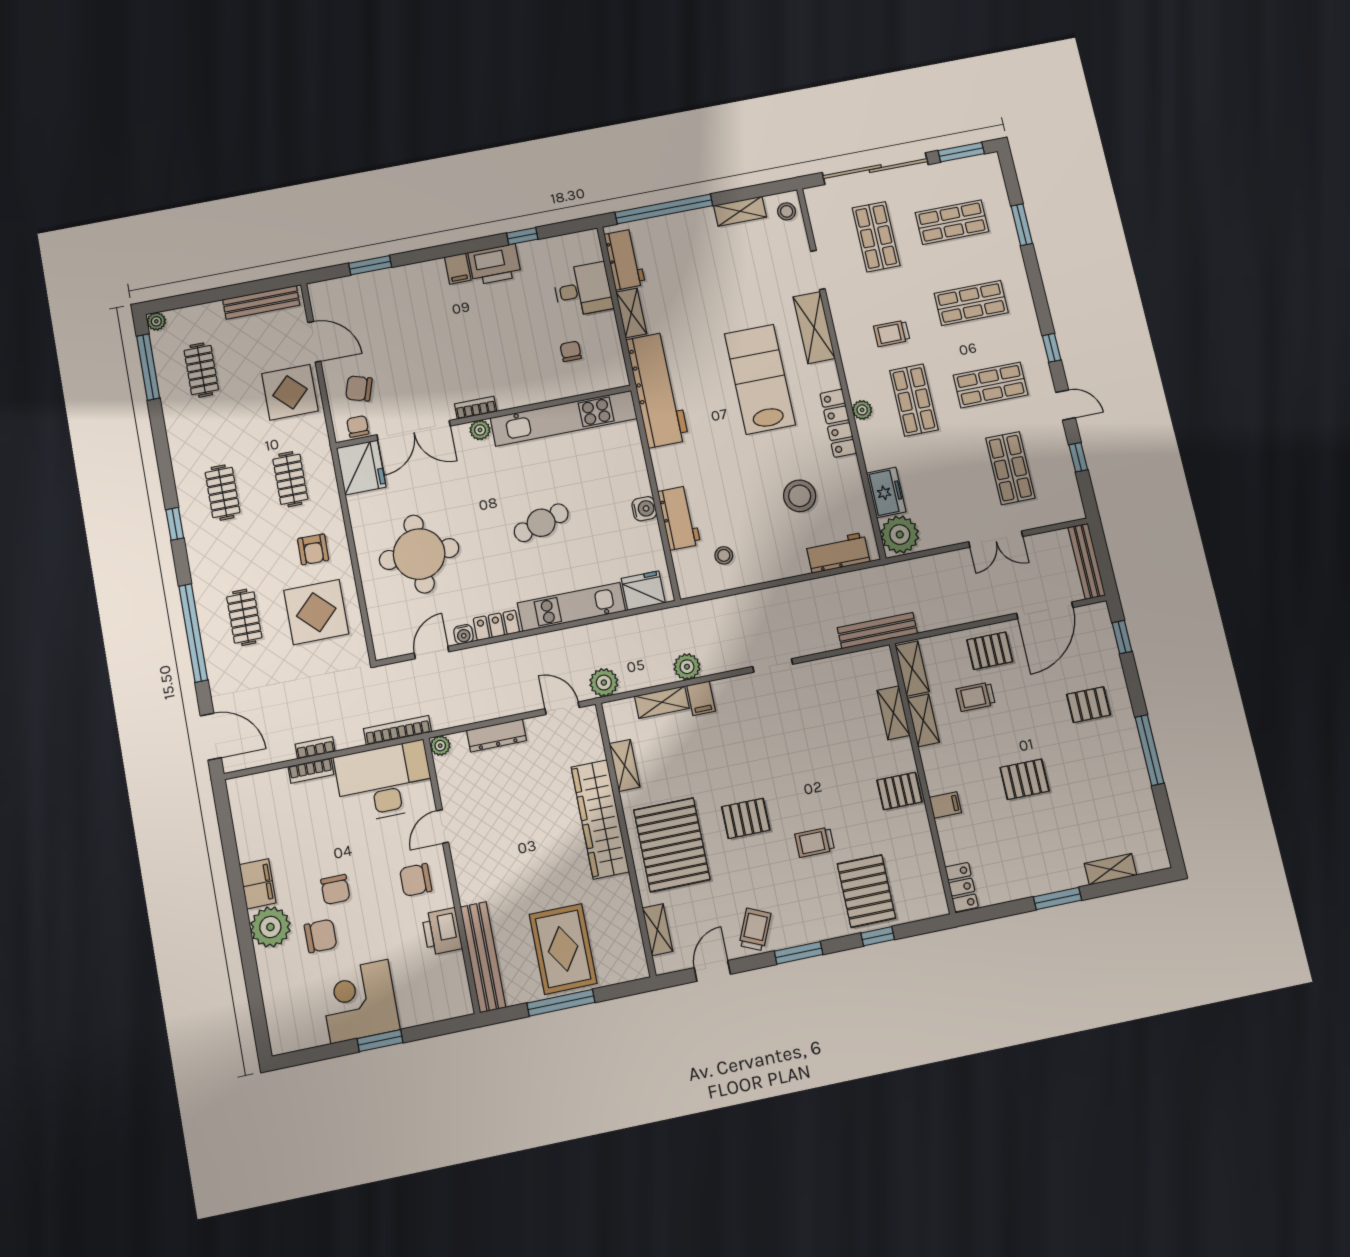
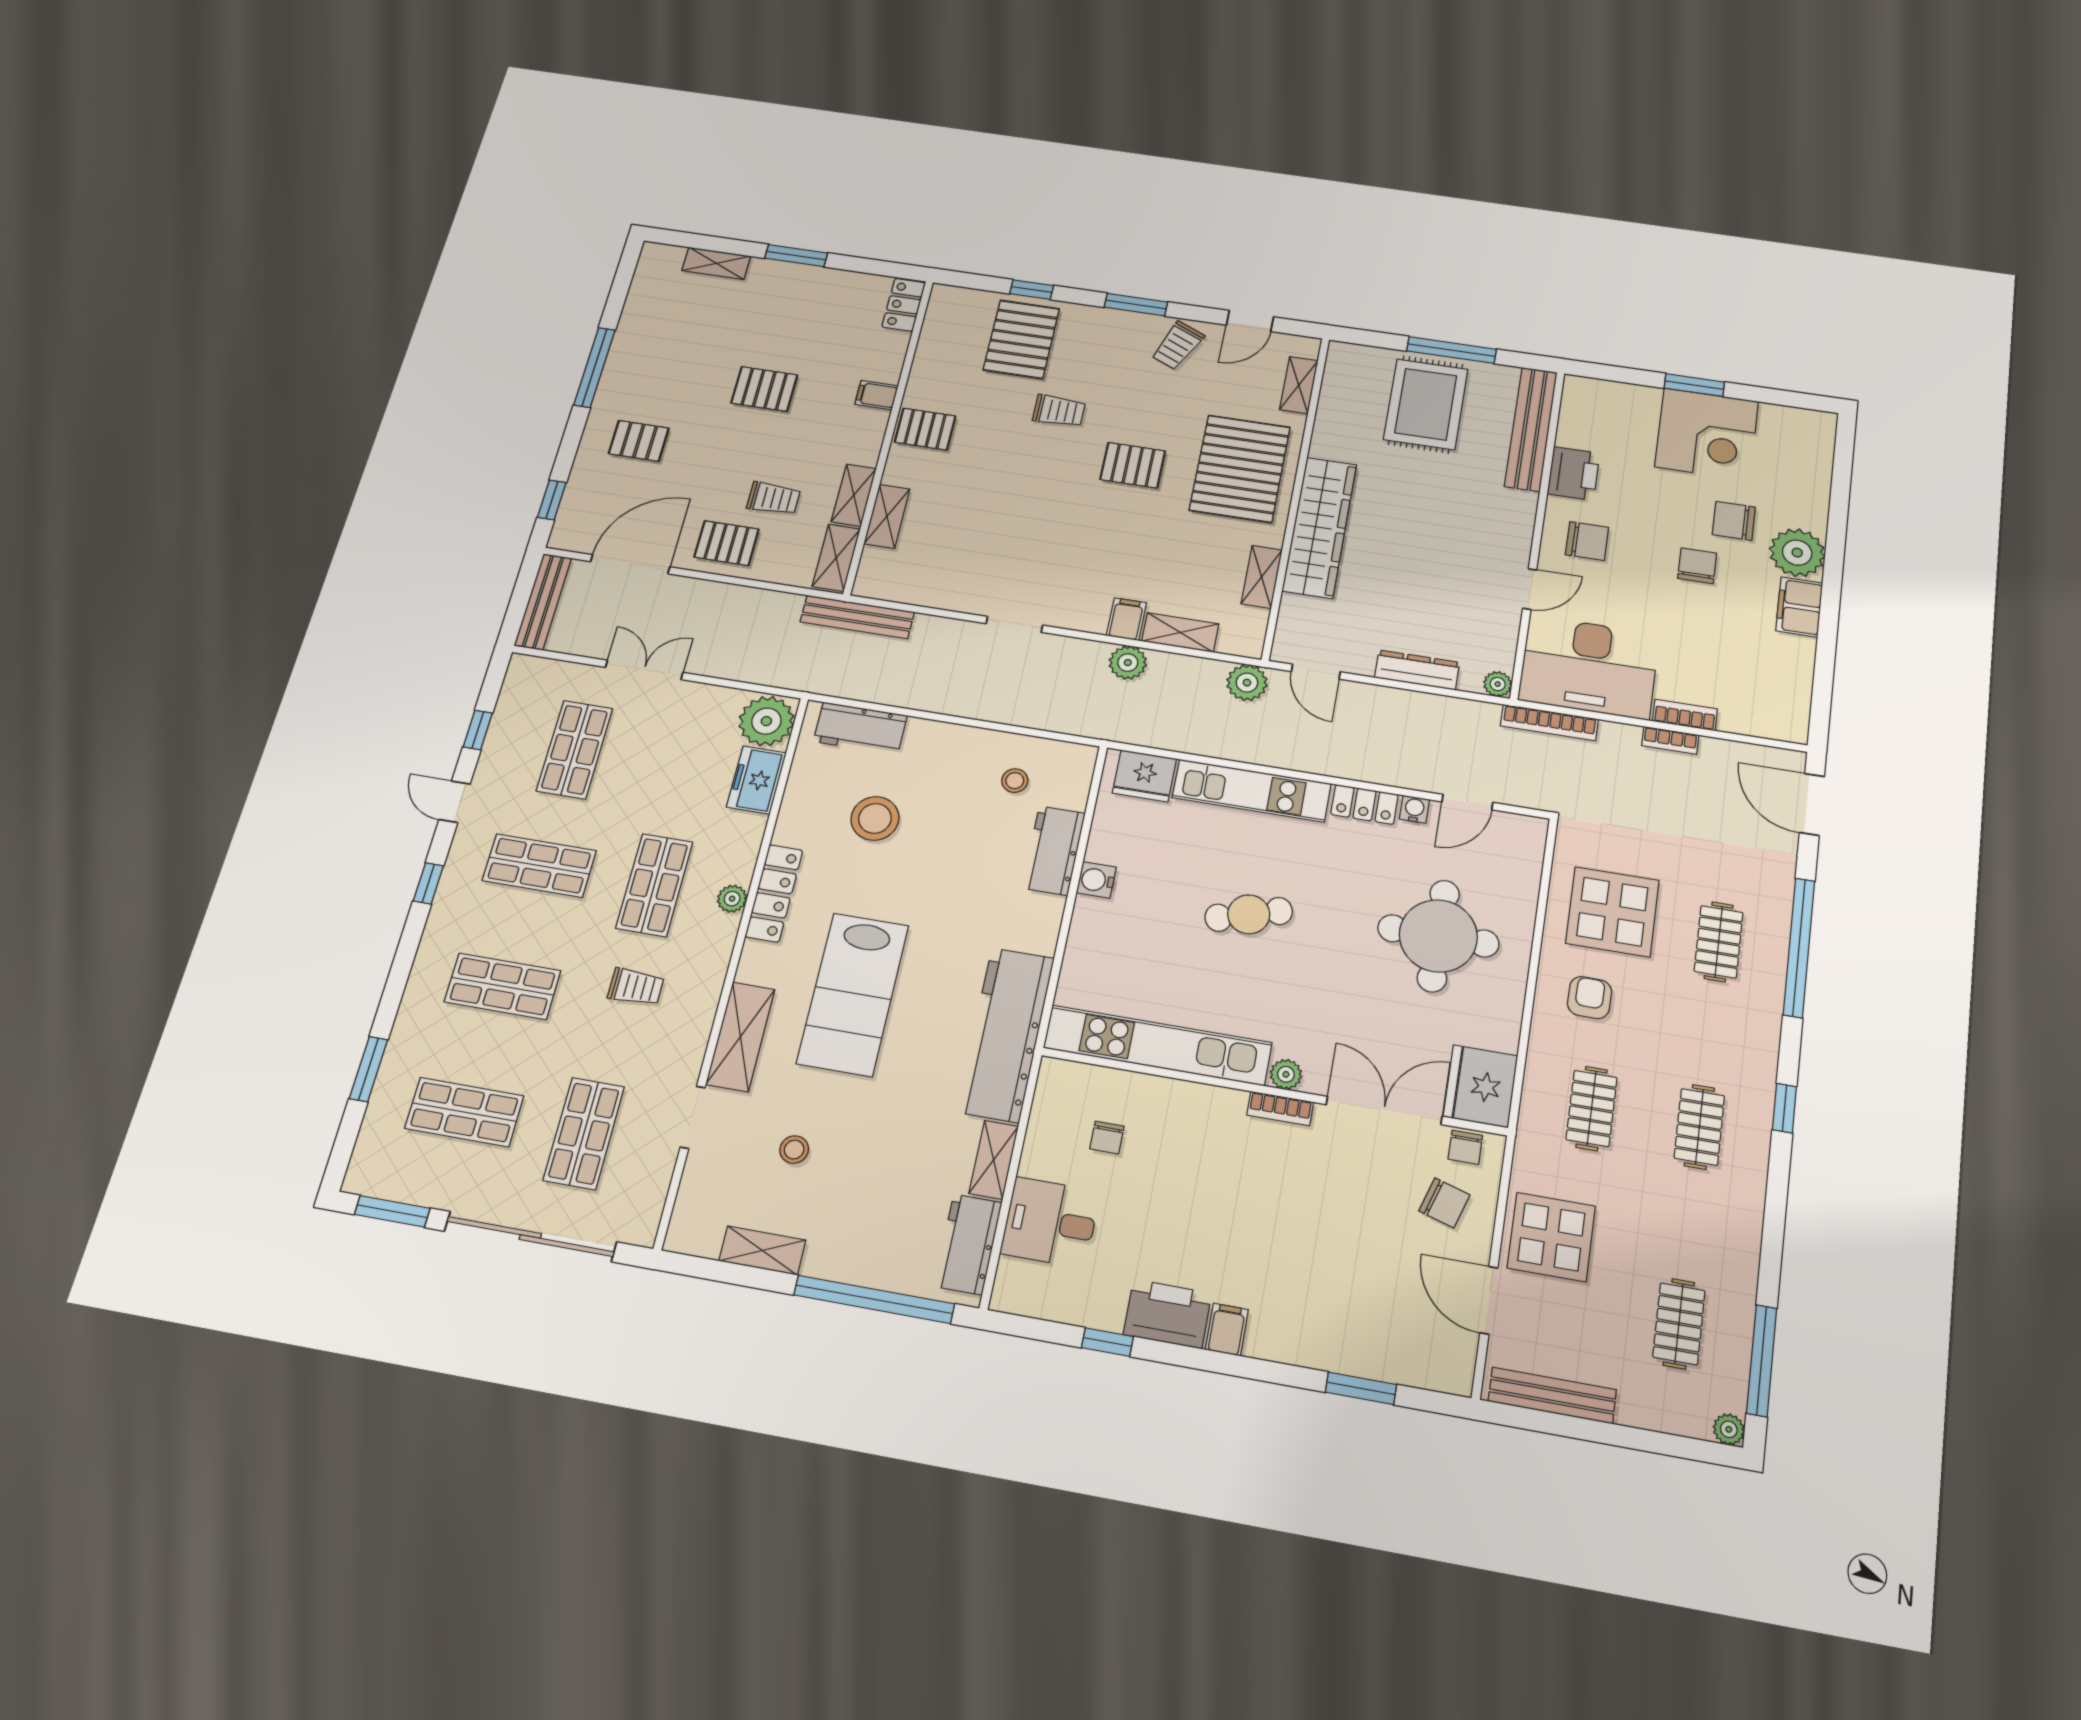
stool: (787, 211) -> (794, 1150), moved

